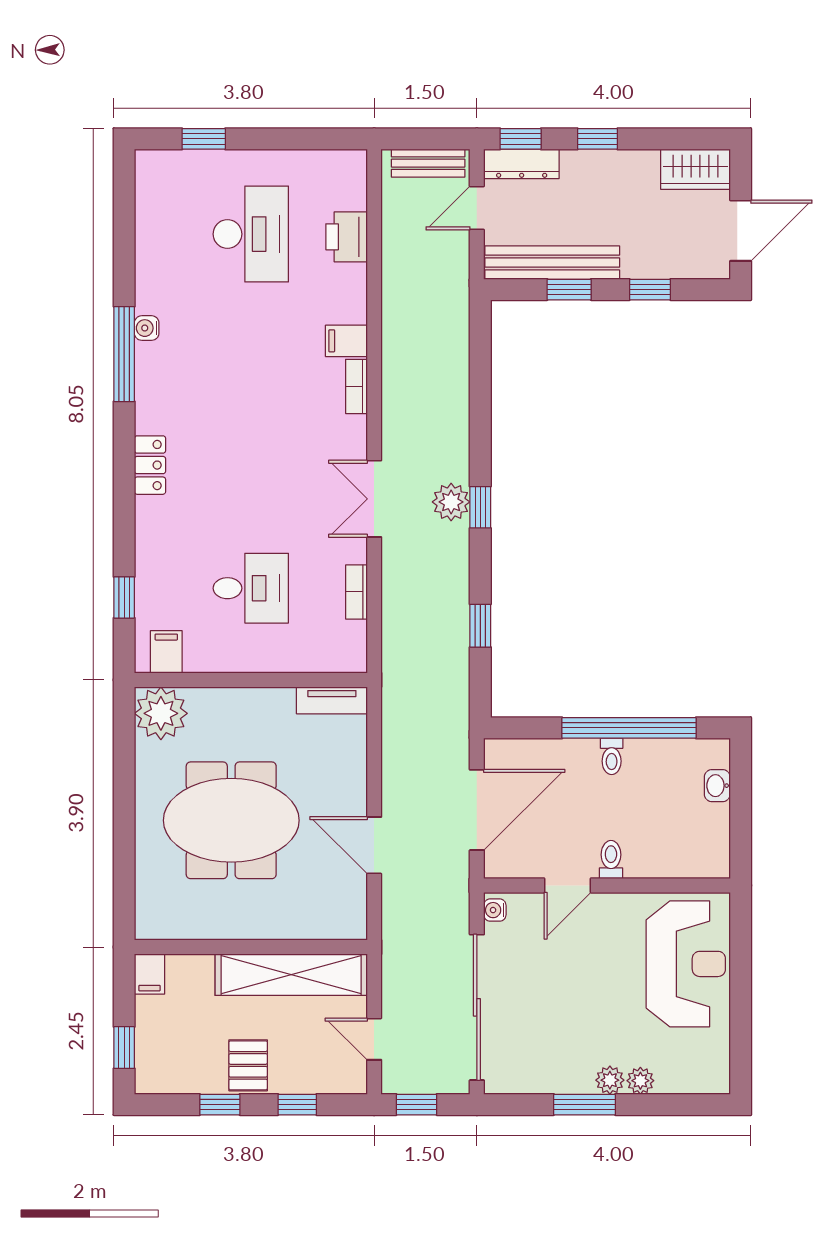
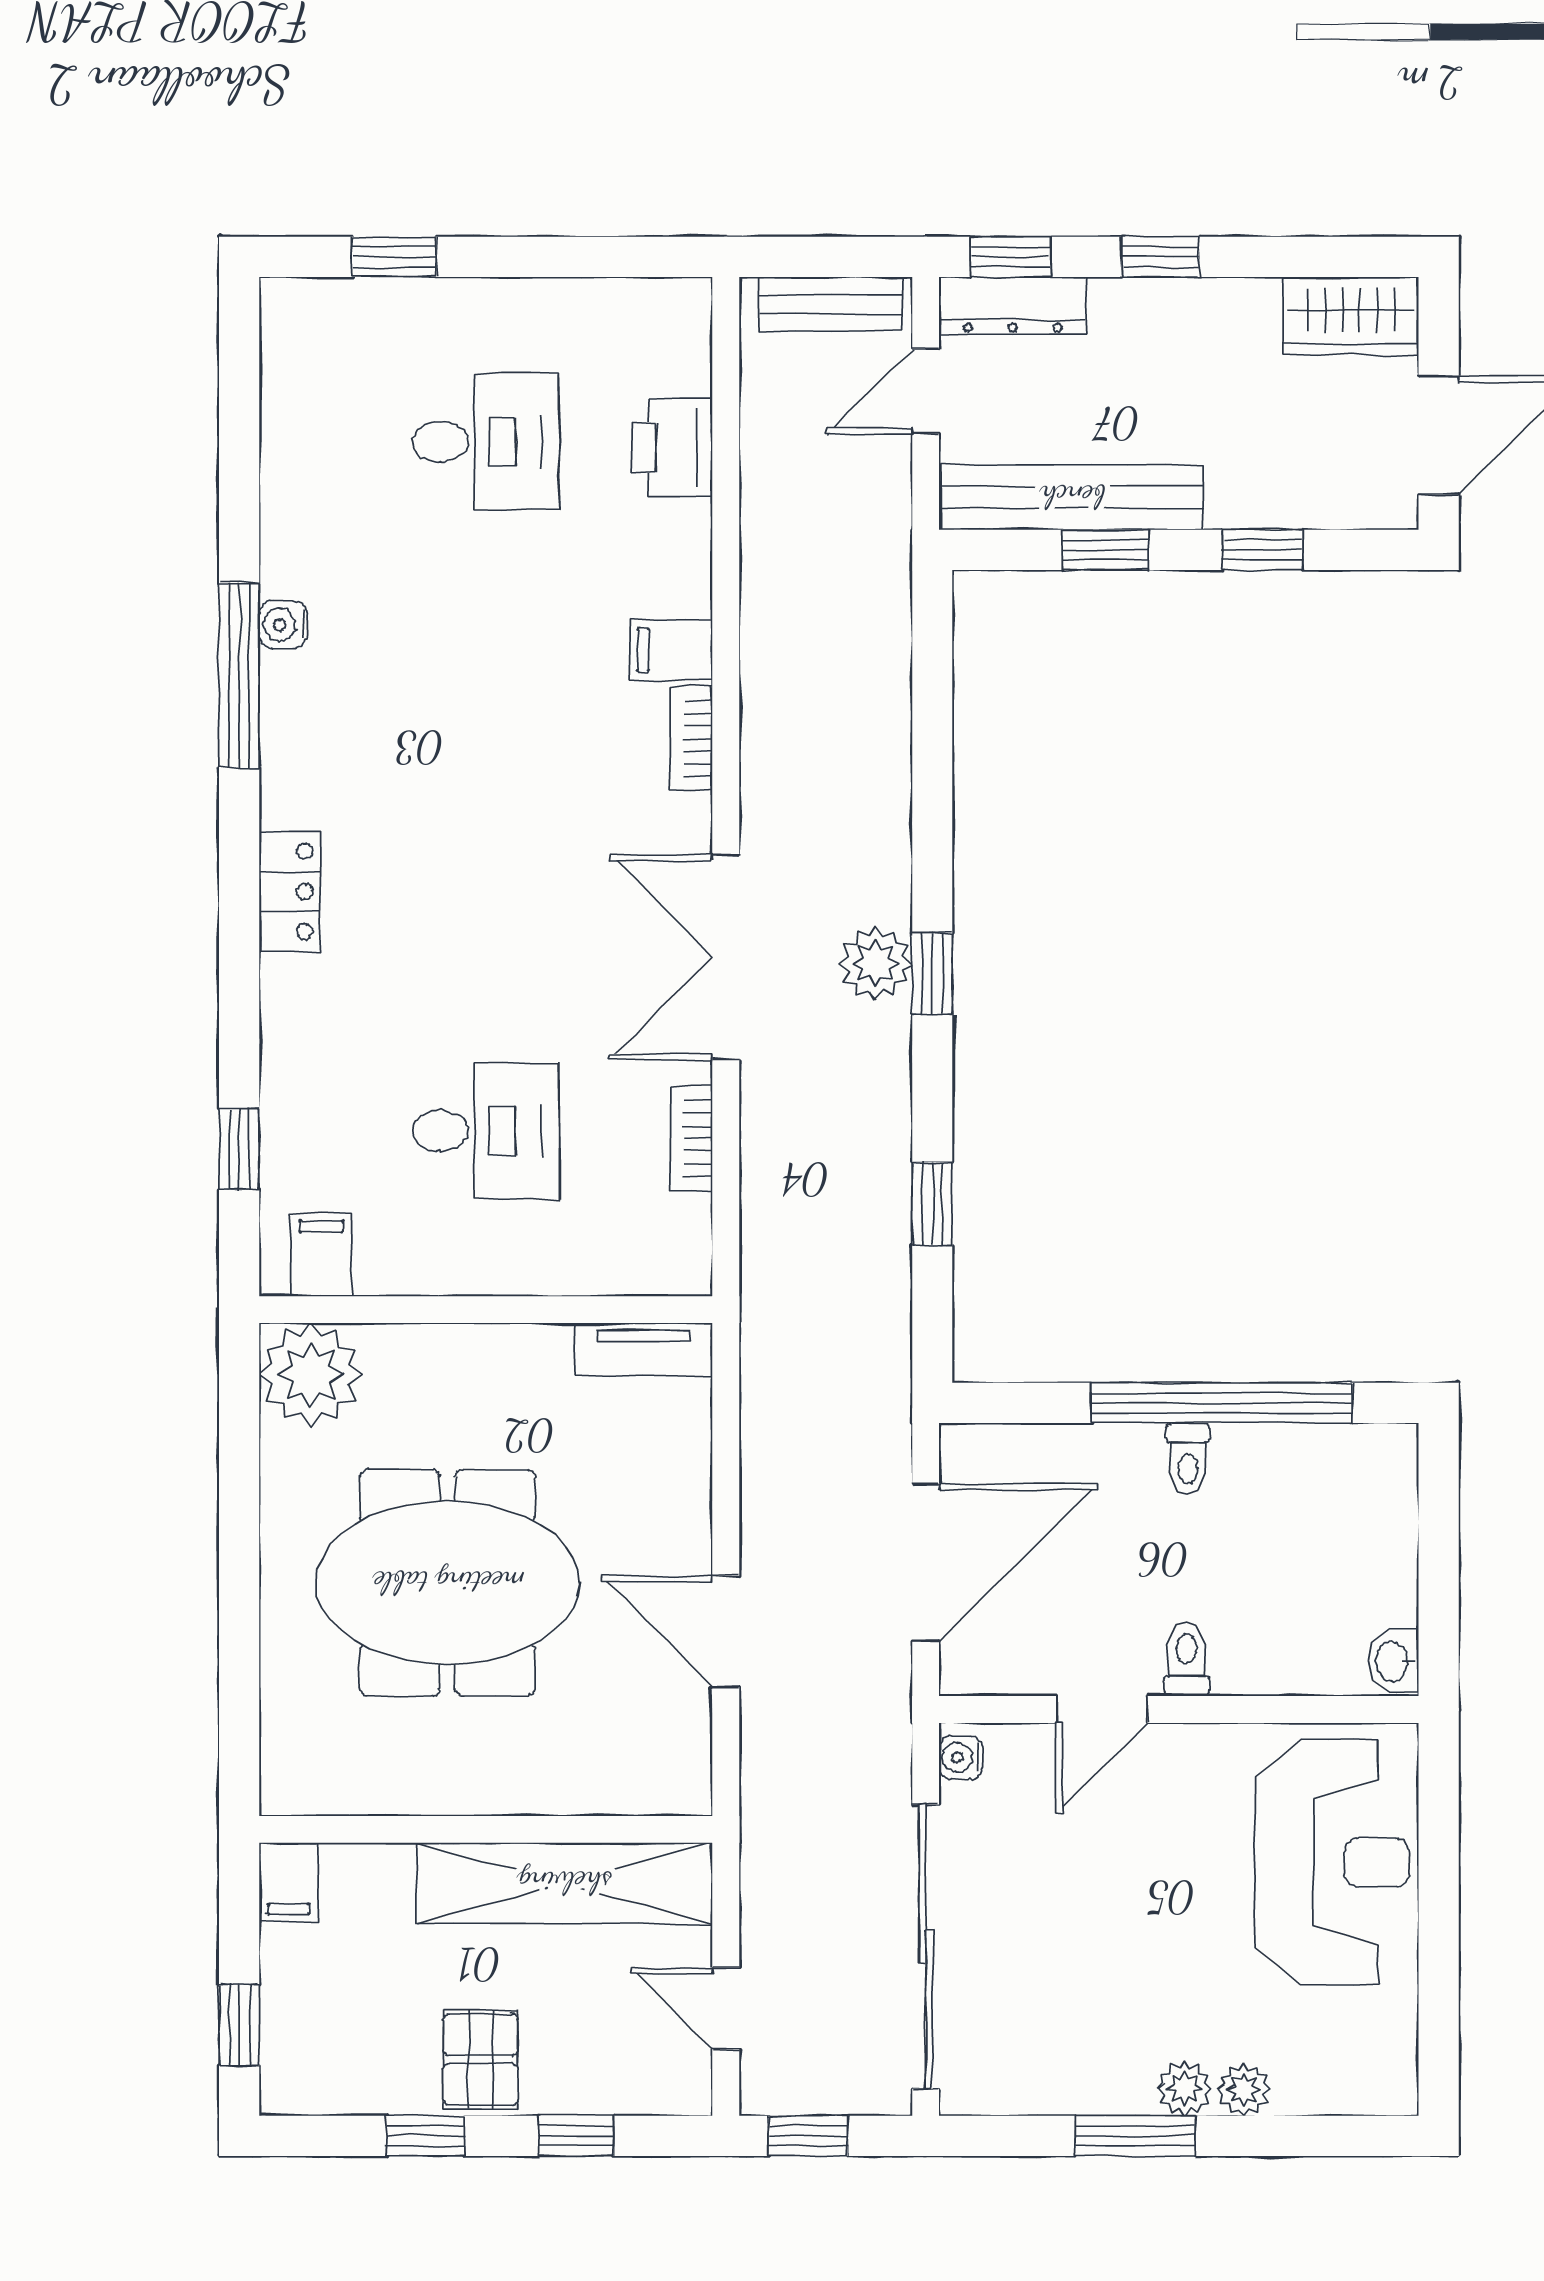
desk: (251, 234) -> (486, 442), width x0.73
double door: (374, 499) -> (726, 957), width x1.37
washbasin: (717, 786) -> (1393, 1661), moved

